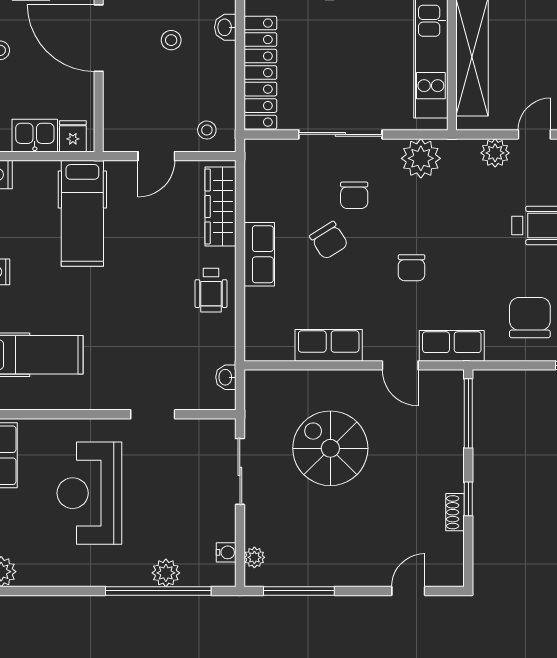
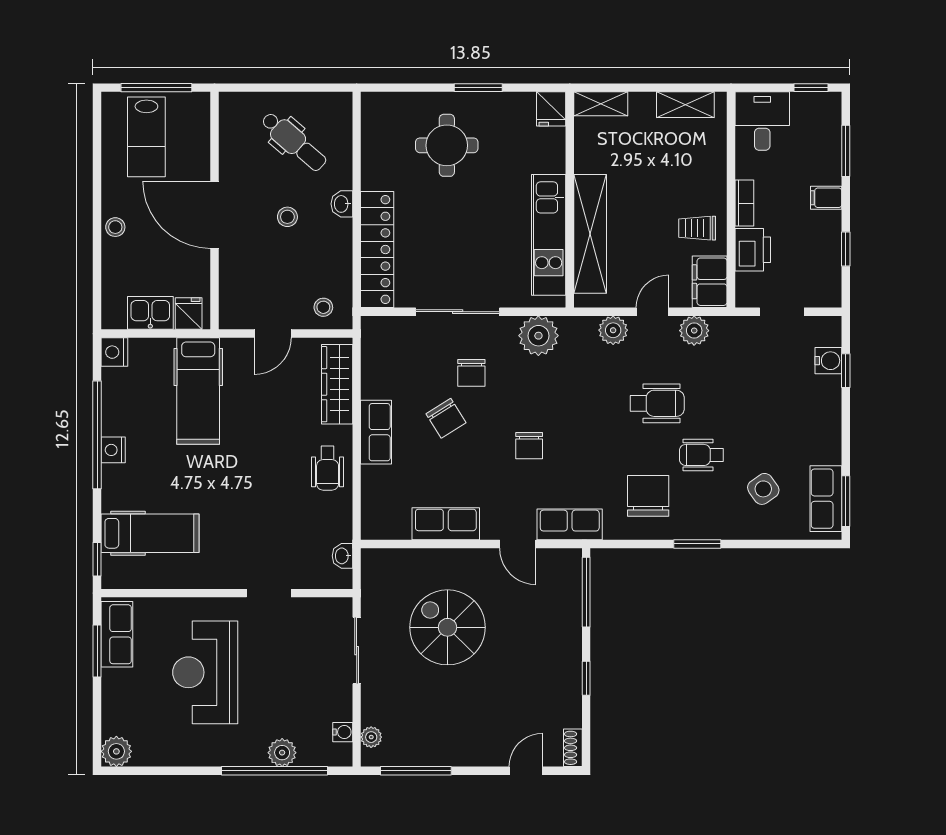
shoe rack: (455, 512) -> (573, 748), moved

